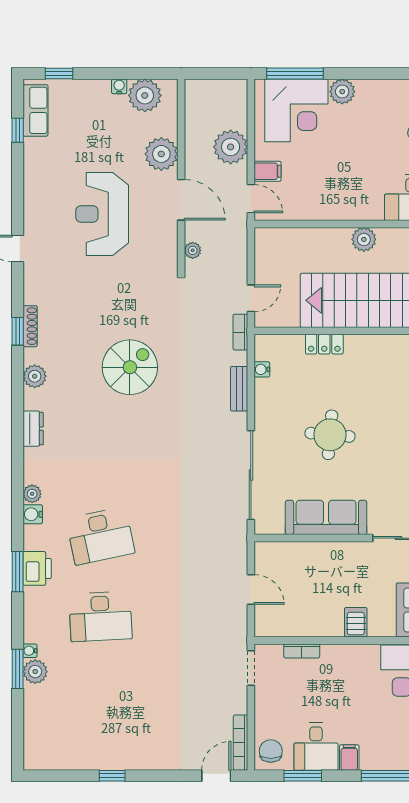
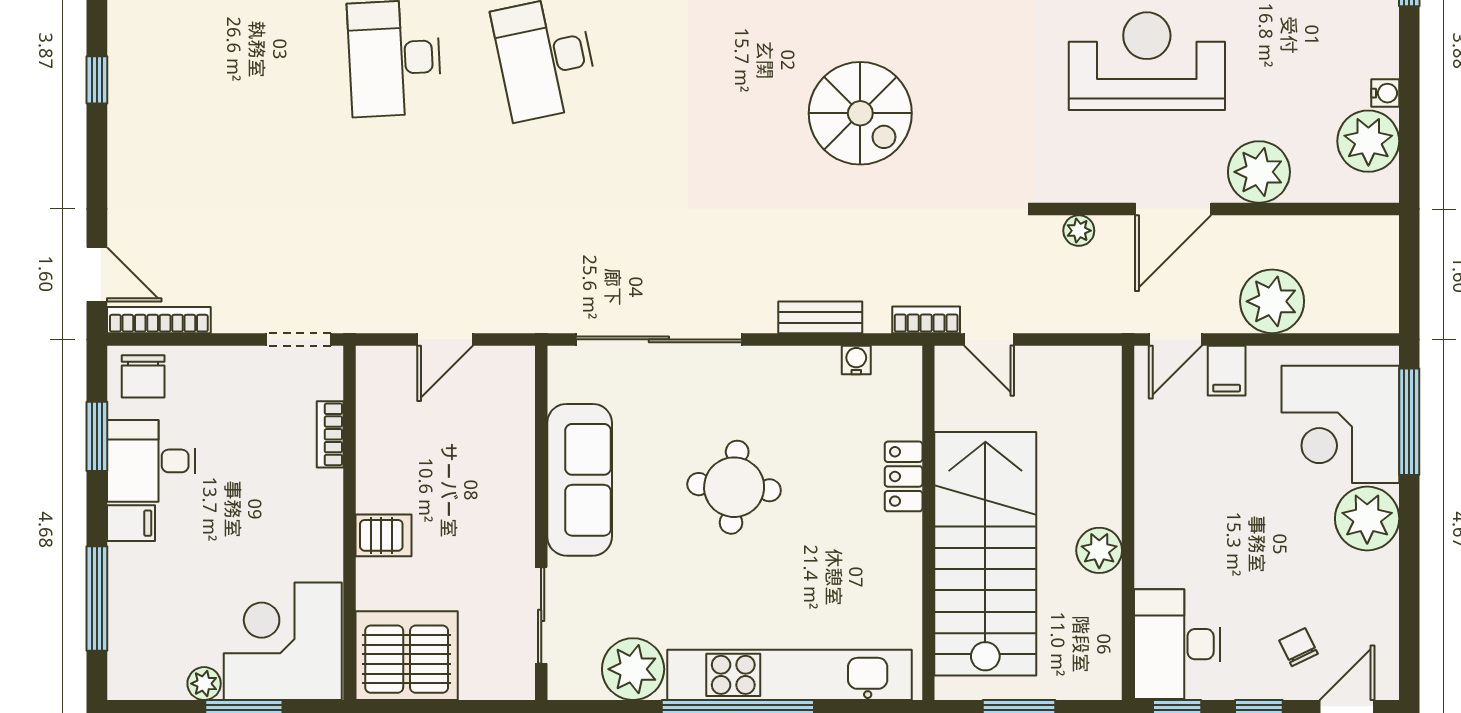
plant: (342, 92) -> (1367, 519), width x1.36, depth x1.36
chair: (271, 751) -> (143, 376), turned 90

